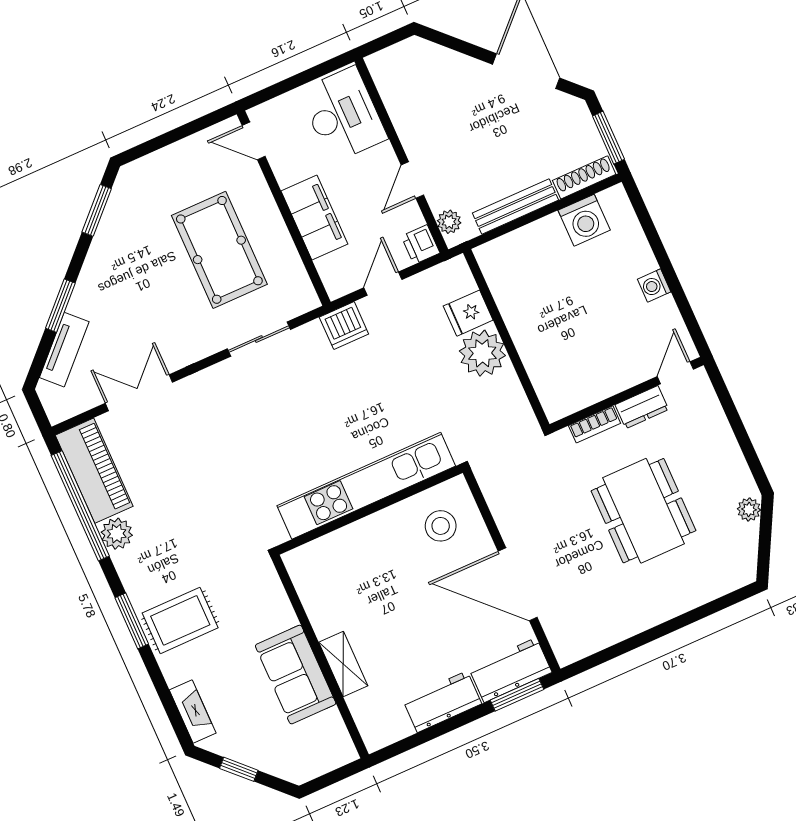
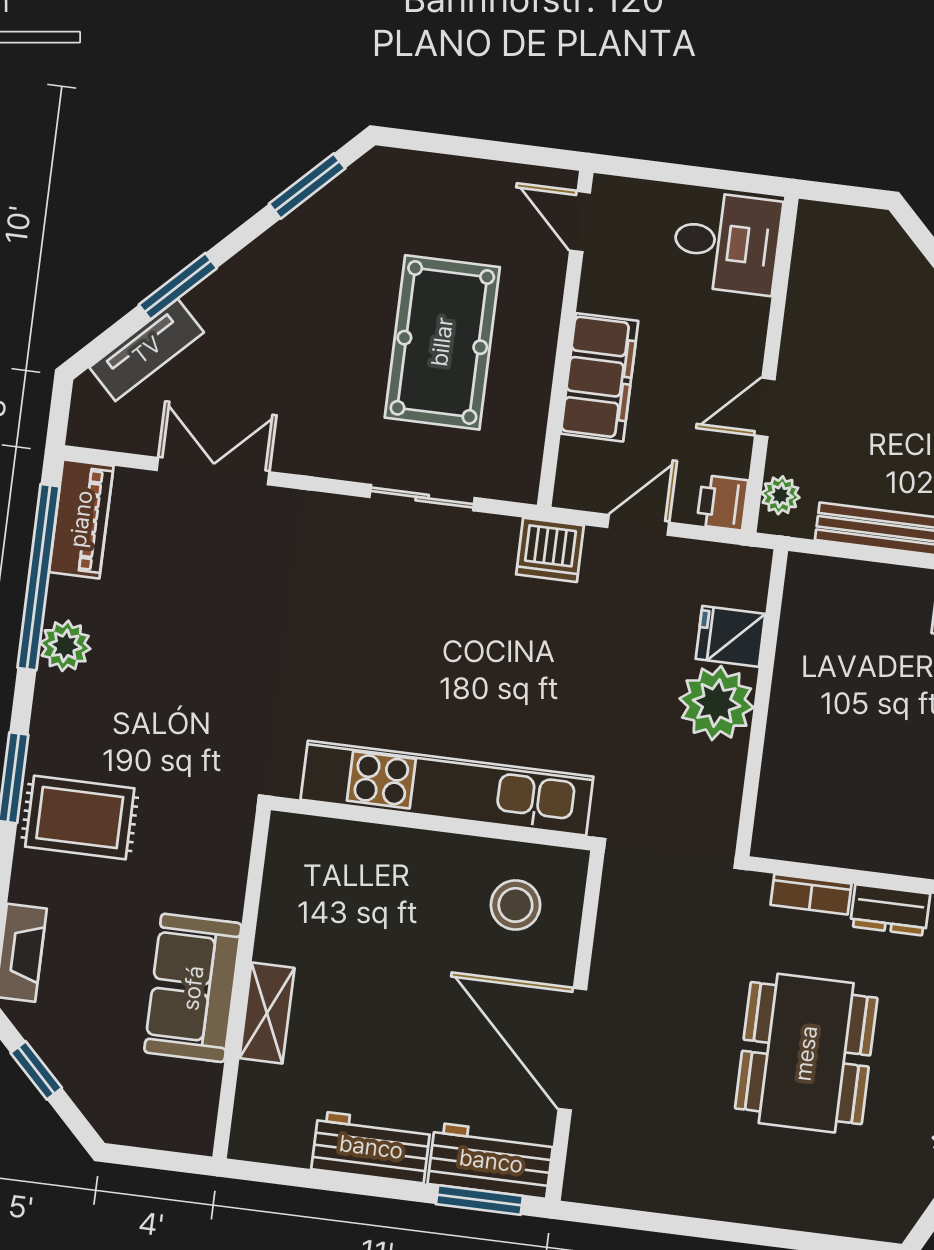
desk: (343, 115) -> (727, 243), width x0.73
piano: (94, 471) -> (81, 519), width x0.73, depth x0.75

